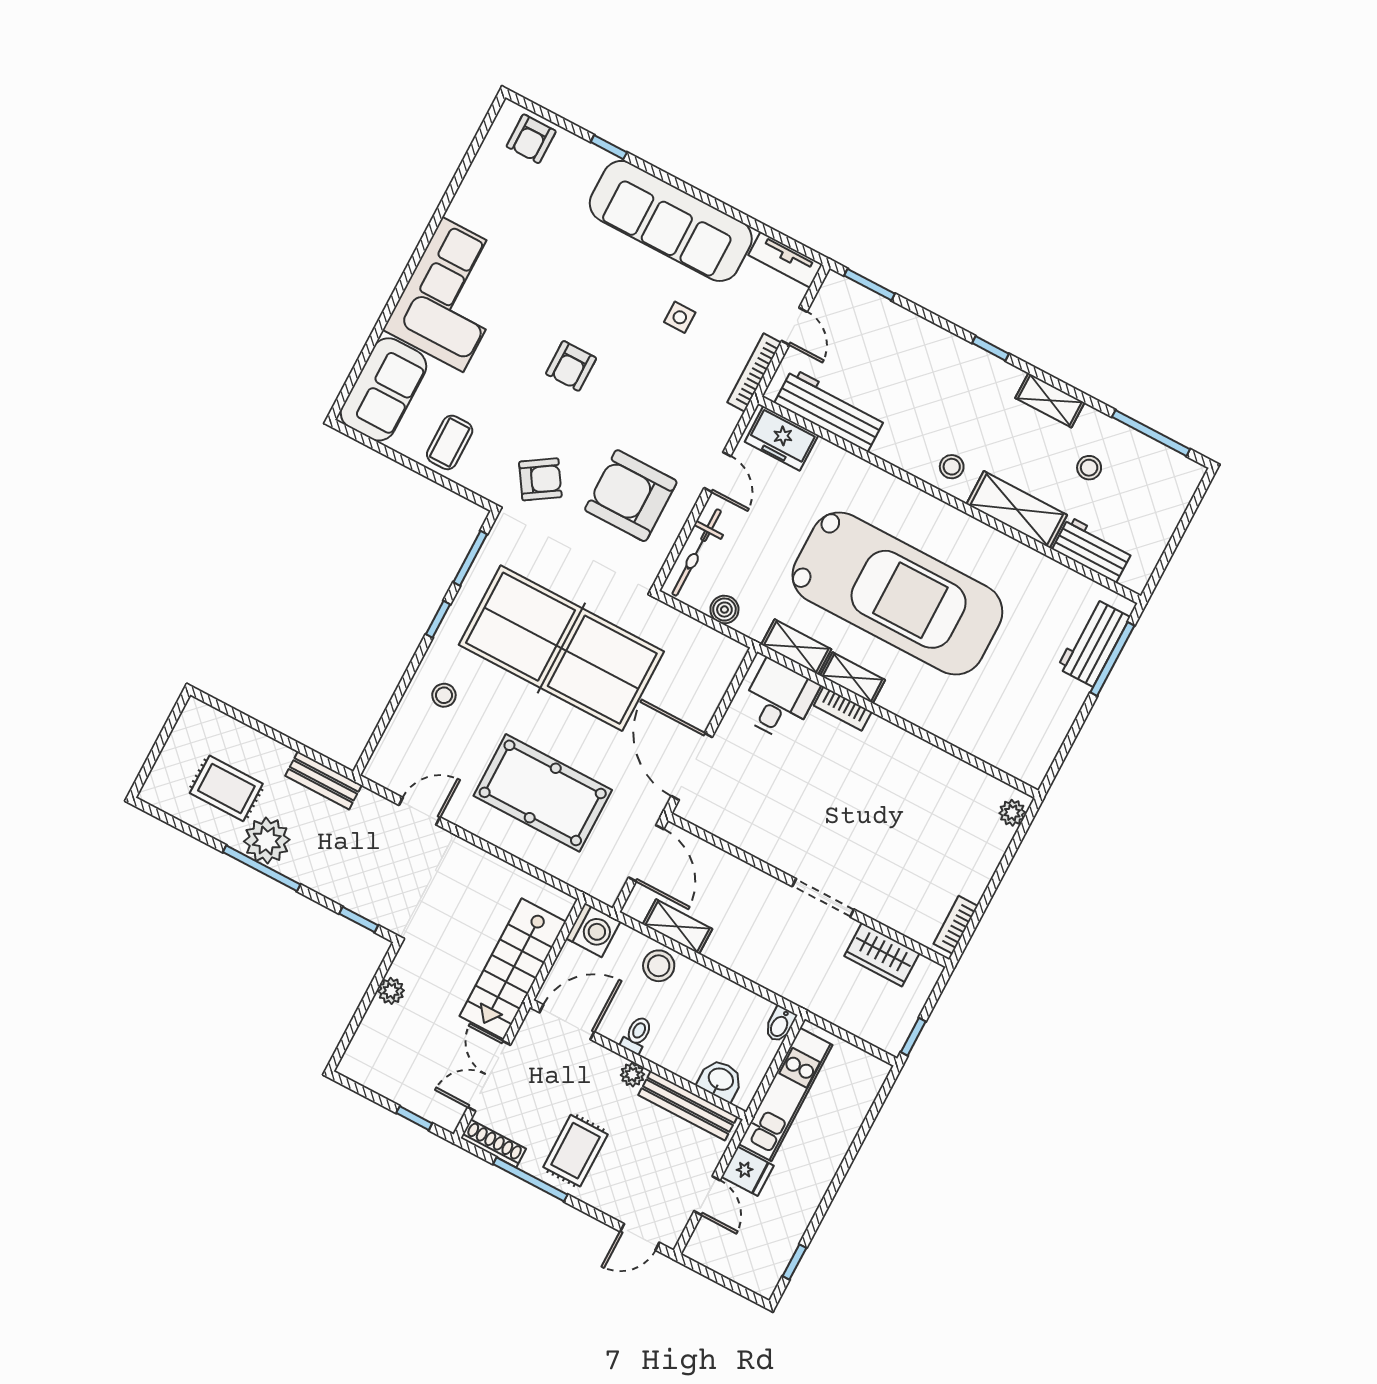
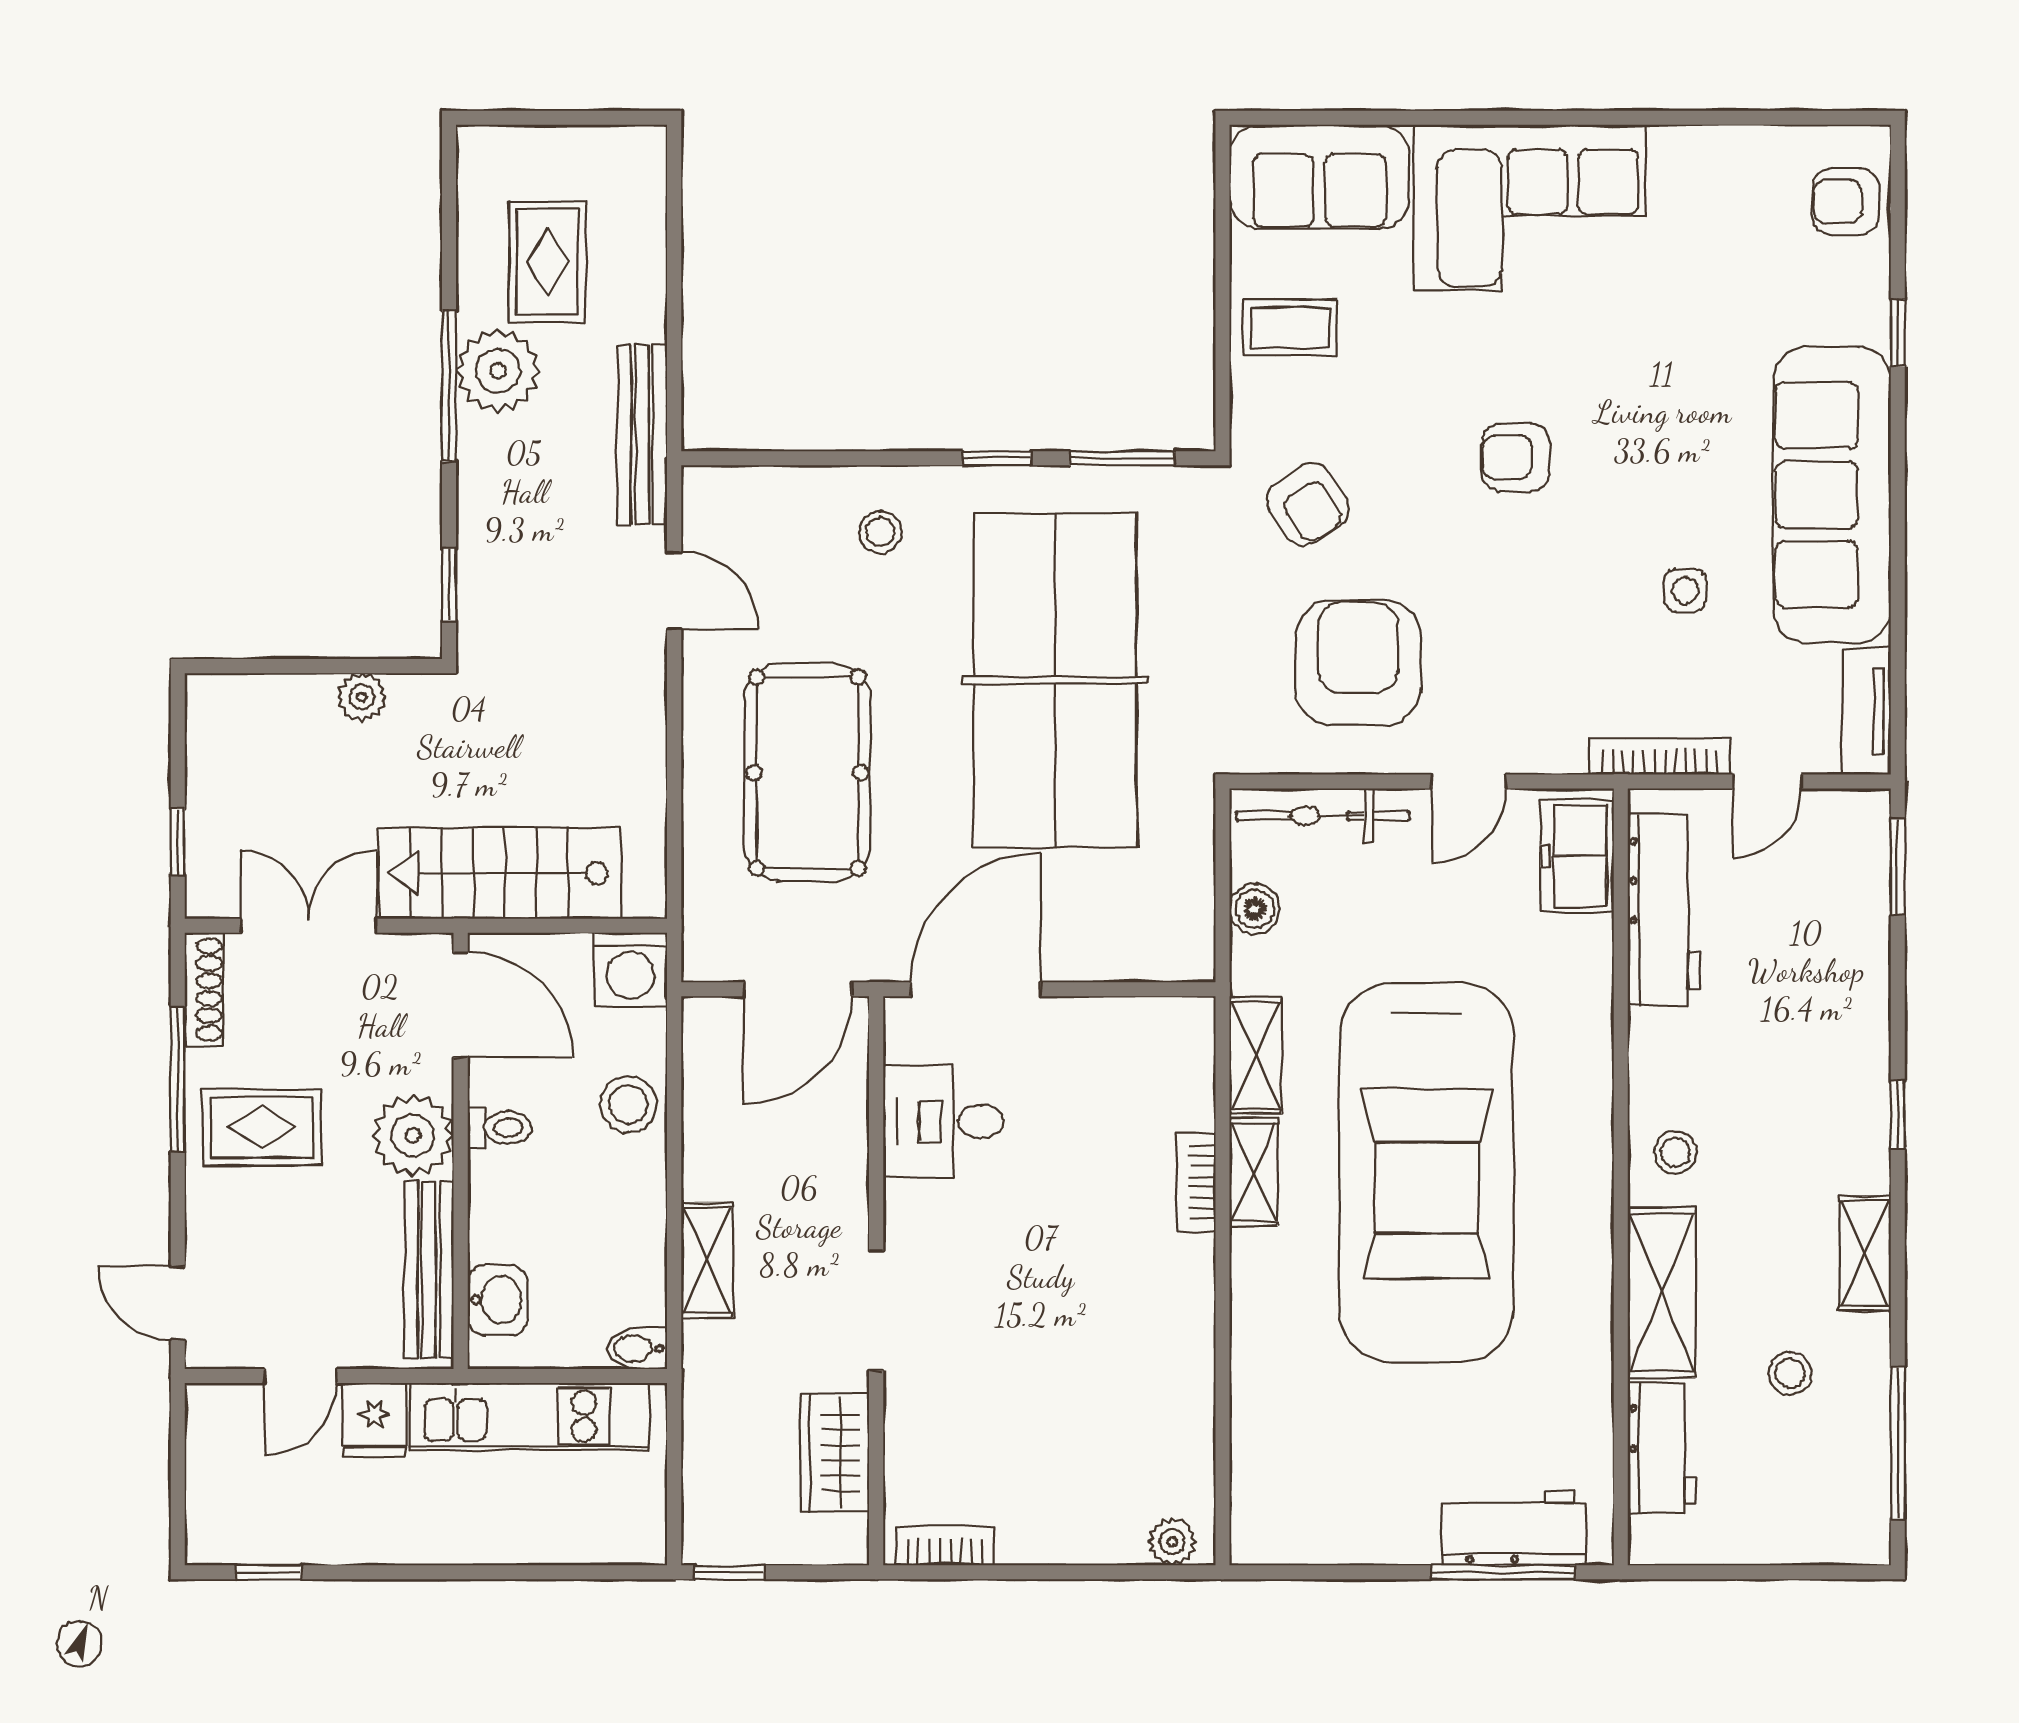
desk: (779, 700) -> (943, 1121), moved, turned 180
bench: (323, 780) -> (642, 435), width x1.36
shelving: (678, 927) -> (707, 1260), moved
plant: (633, 1075) -> (413, 1135), width x1.88, depth x1.88

